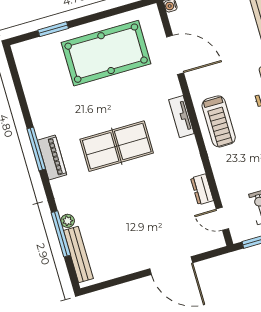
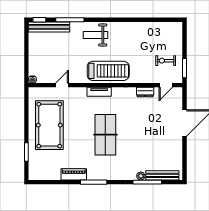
door: (175, 55) -> (62, 85), width x0.53
treadmill: (219, 121) -> (108, 71), width x1.37, depth x1.38
piano: (52, 158) -> (74, 174), moved

